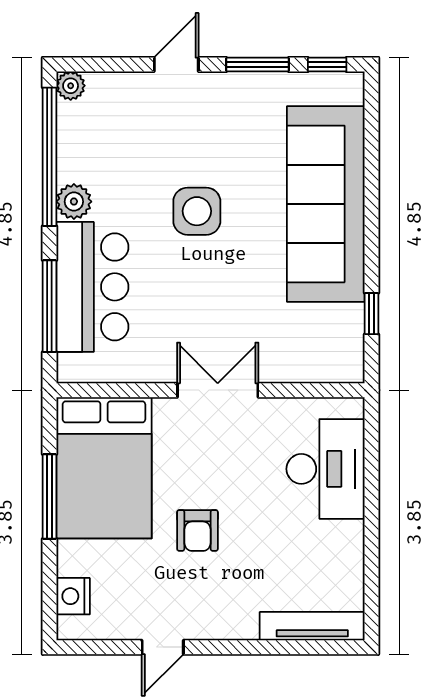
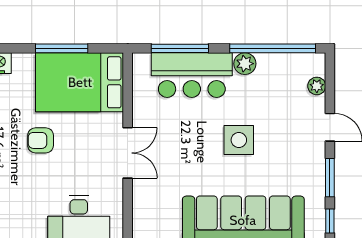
plant: (71, 86) -> (317, 86), moved

